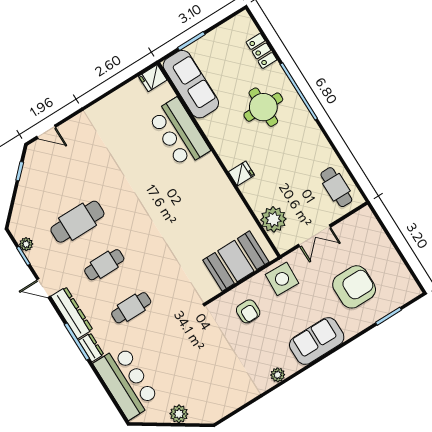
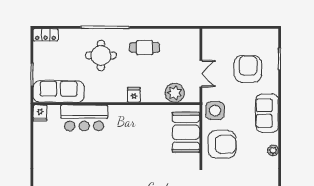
locker: (261, 51) -> (45, 35), moved
cafe table: (336, 187) -> (145, 48), moved
armchair: (248, 311) -> (222, 144), width x1.88, depth x1.88

